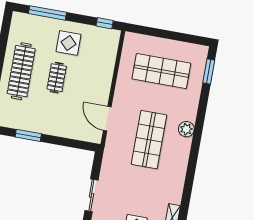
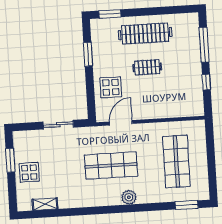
window: (105, 23) -> (206, 82), moved
display table: (68, 43) -> (111, 87), moved
sliding door: (91, 195) -> (58, 125), moved

